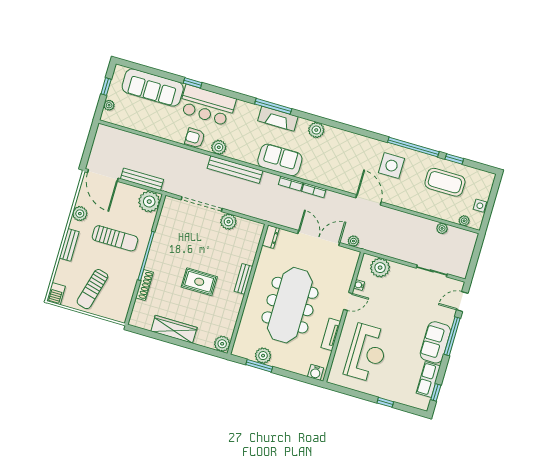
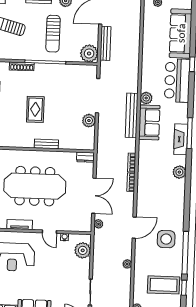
armchair: (195, 138) -> (149, 77), removed
sofa: (280, 160) -> (149, 122), moved
coffee table: (445, 182) -> (164, 285), turned 90
plant: (442, 228) -> (127, 264), moved

